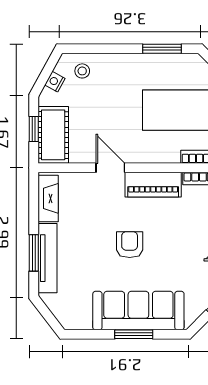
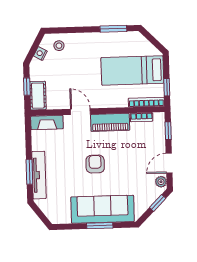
cot: (53, 135) -> (38, 96), width x0.73, depth x0.75
fireplace: (48, 198) -> (47, 122), moved, turned 90

